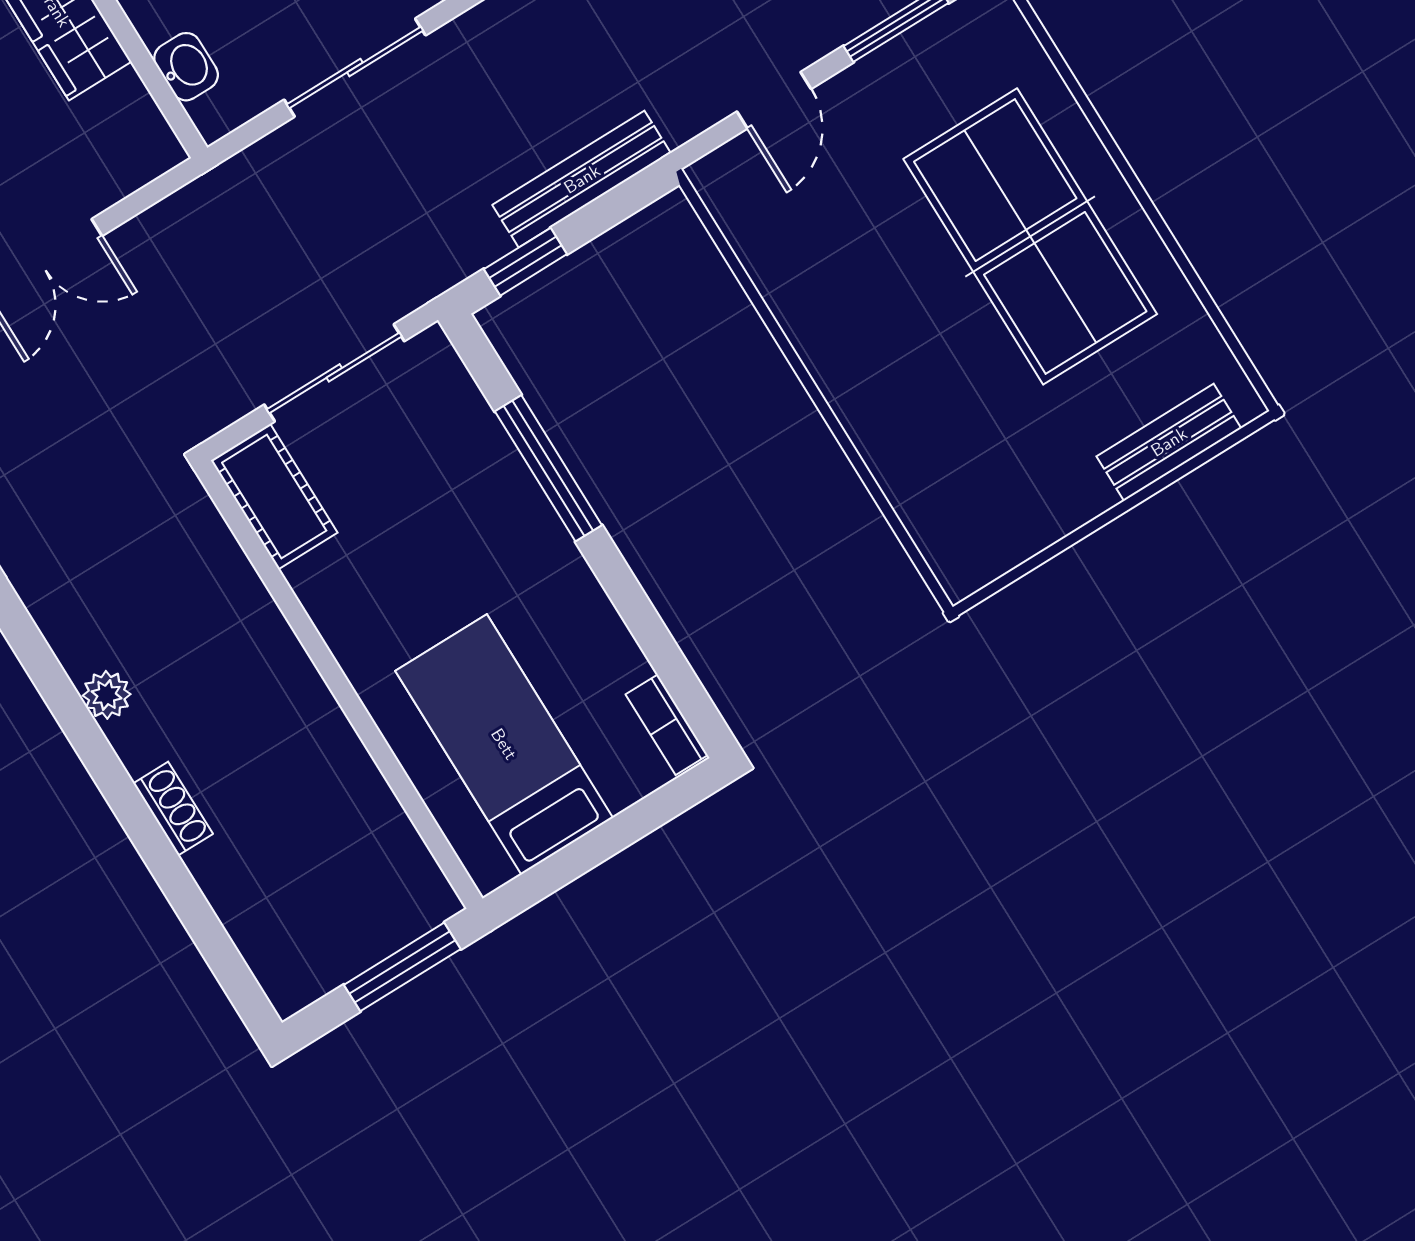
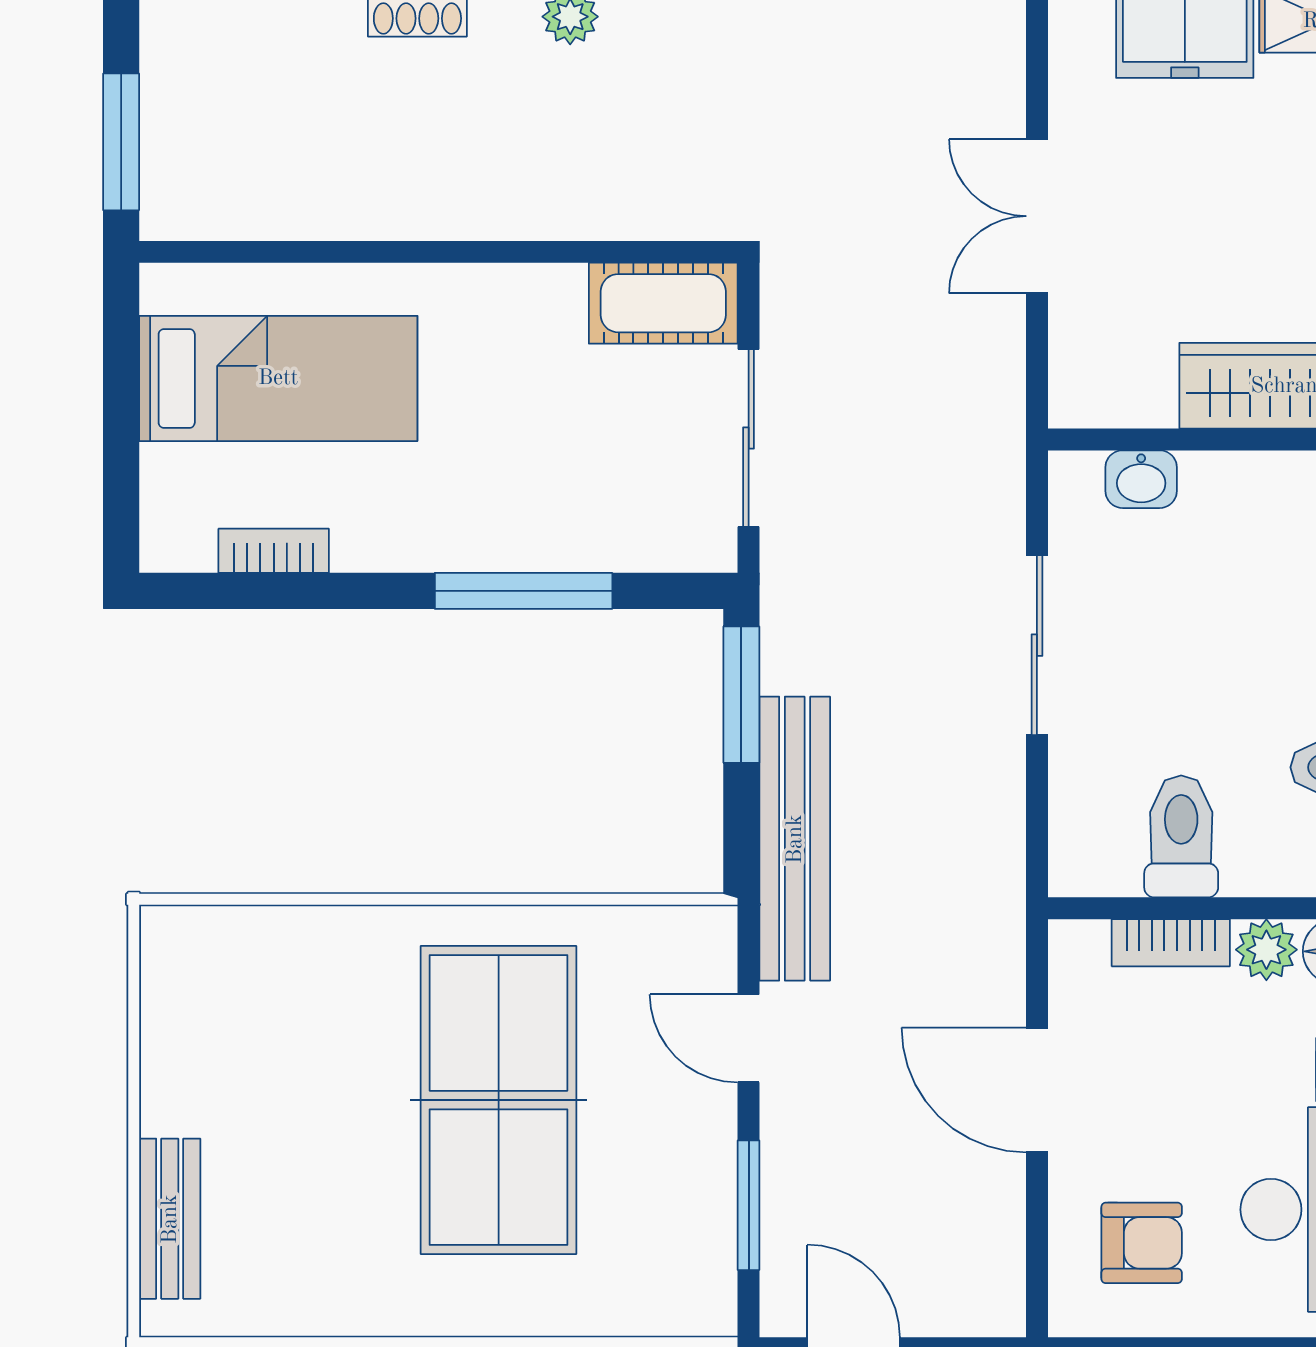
bench: (582, 179) -> (795, 839), width x1.37, depth x1.21
table tennis table: (1030, 236) -> (499, 1100), moved, turned 90
window: (525, 262) -> (741, 695), width x1.50
bookcase: (667, 725) -> (274, 551), moved

